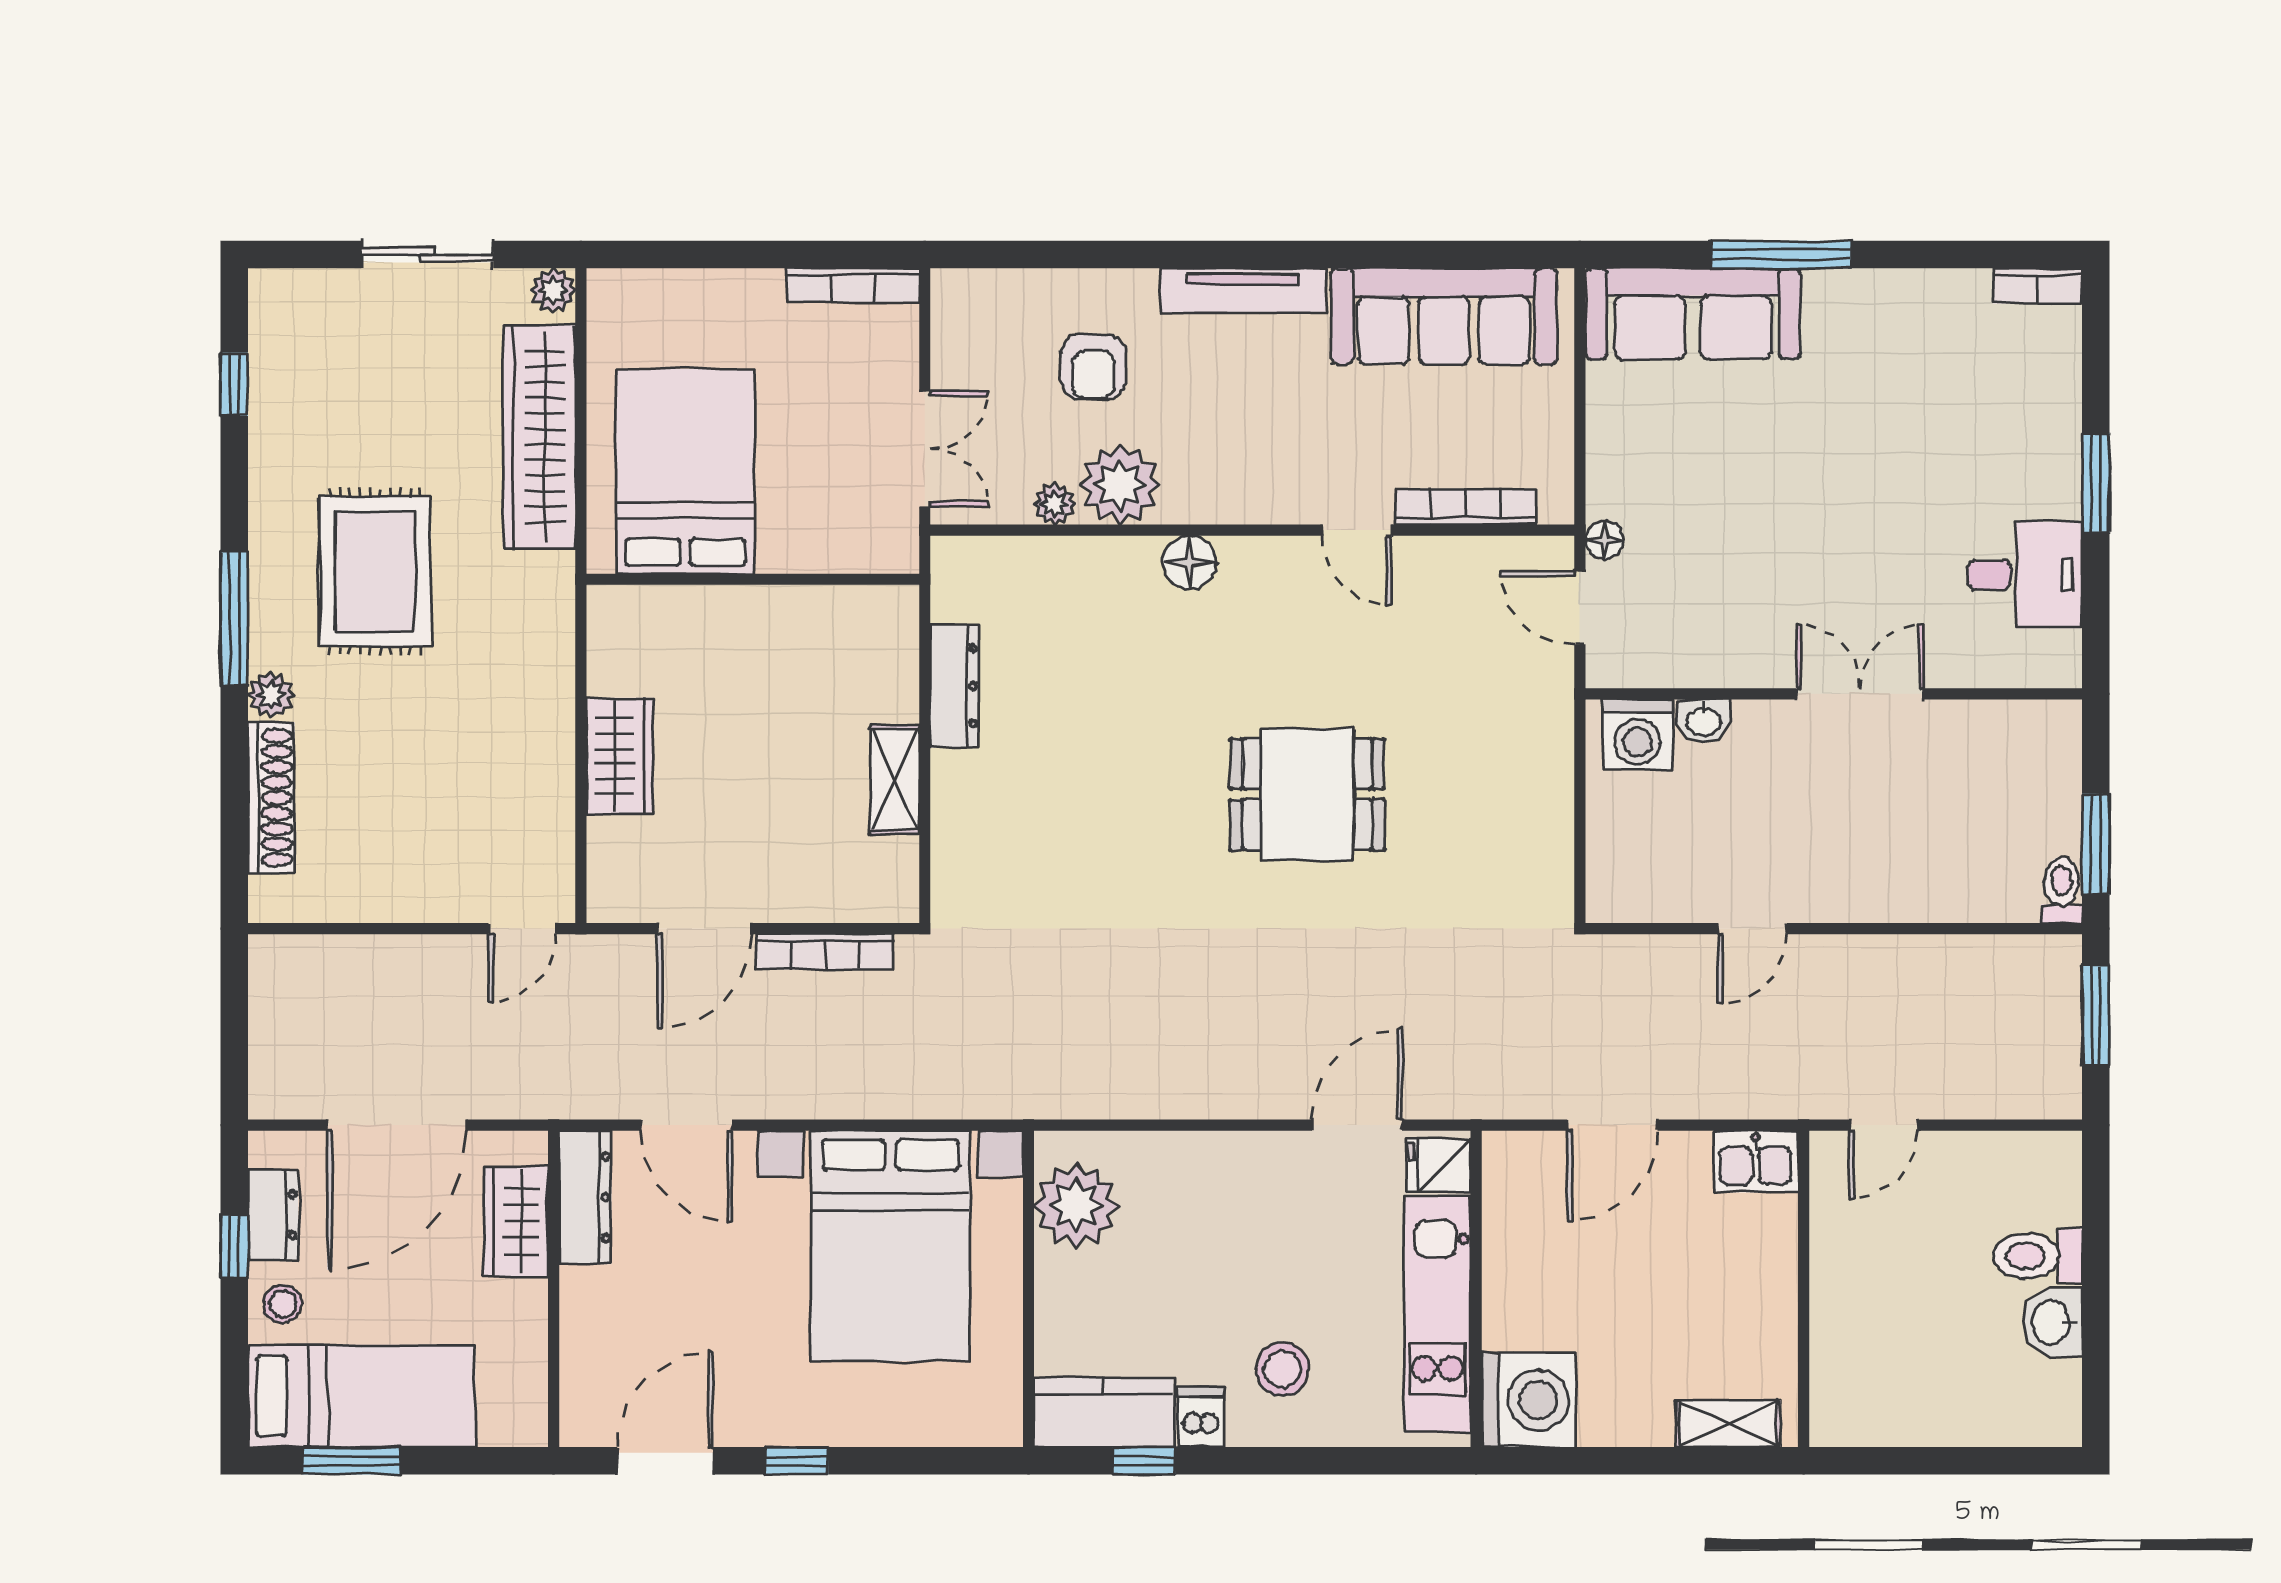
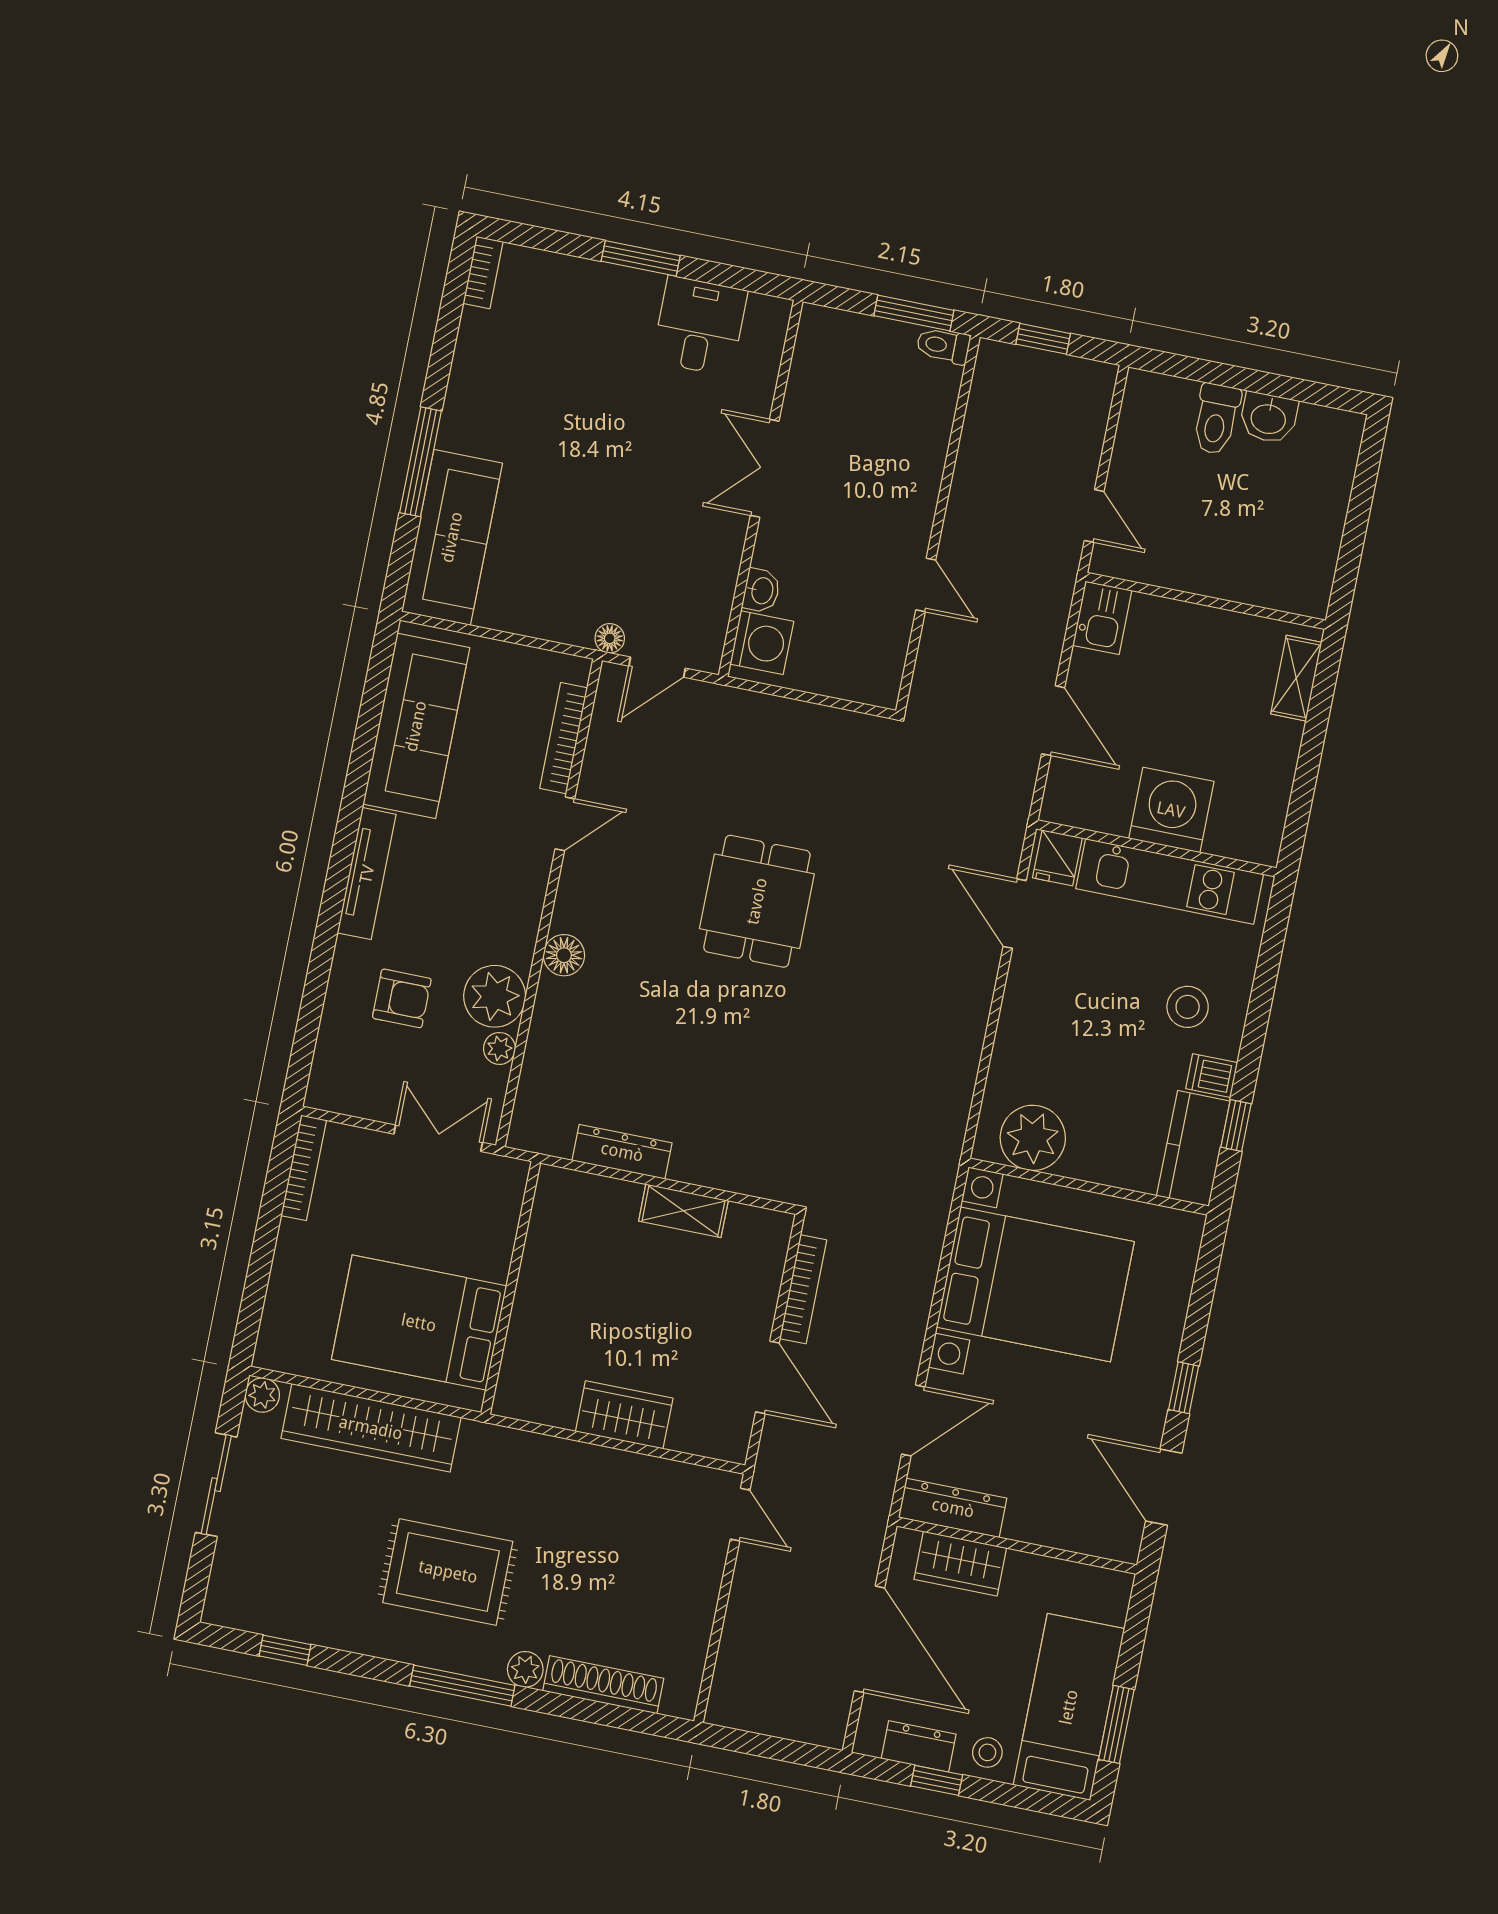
window: (2096, 1015) -> (1043, 339), width x0.67
washing machine: (1529, 1400) -> (1171, 810), moved

